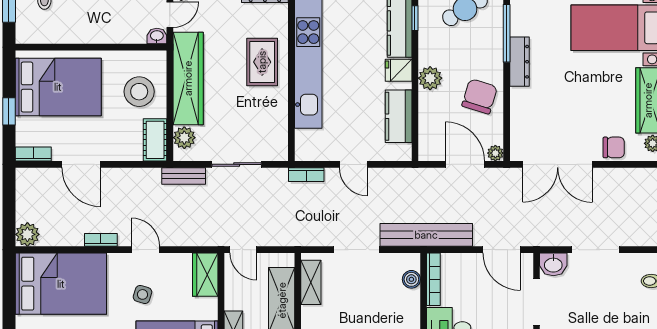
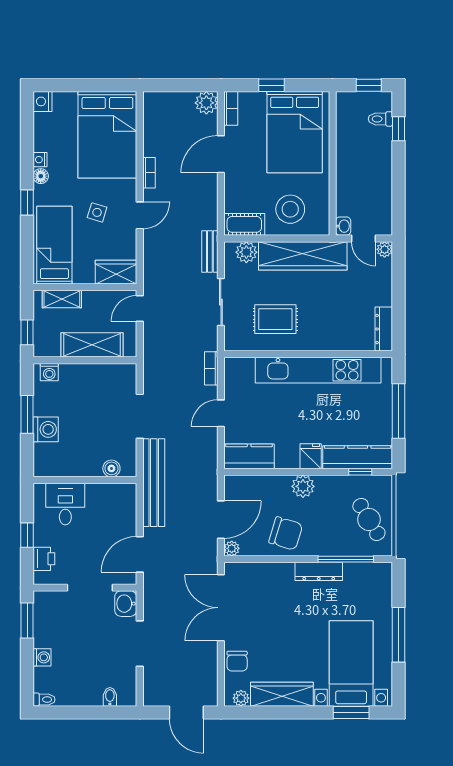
rug: (262, 62) -> (275, 319), moved
kitchen counter: (399, 116) -> (249, 456), moved
plant: (27, 234) -> (206, 103), moved
bookcase: (433, 279) -> (112, 489), removed
shelving: (311, 282) -> (109, 373), removed

